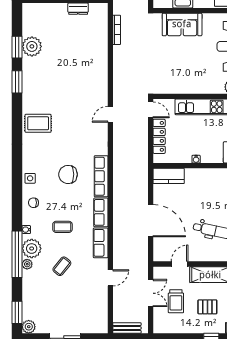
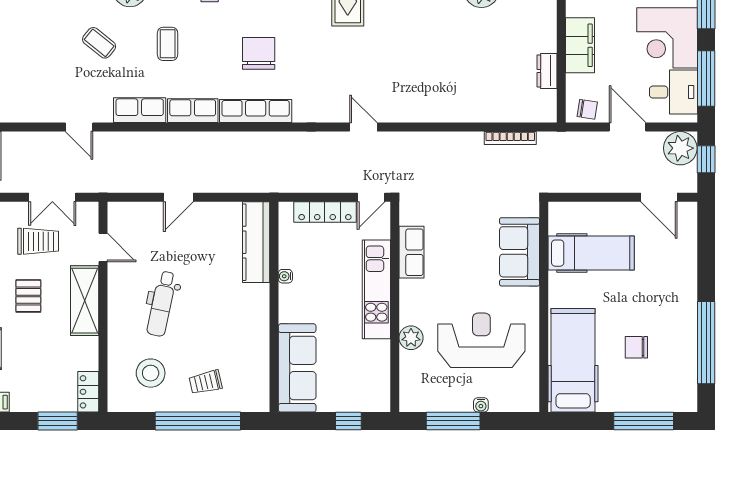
row of seats: (182, 87) -> (411, 252), added
kitchen counter: (169, 176) -> (256, 242), width x1.50
door: (151, 221) -> (178, 197), width x0.53
trolley: (176, 301) -> (38, 241), turned 180

